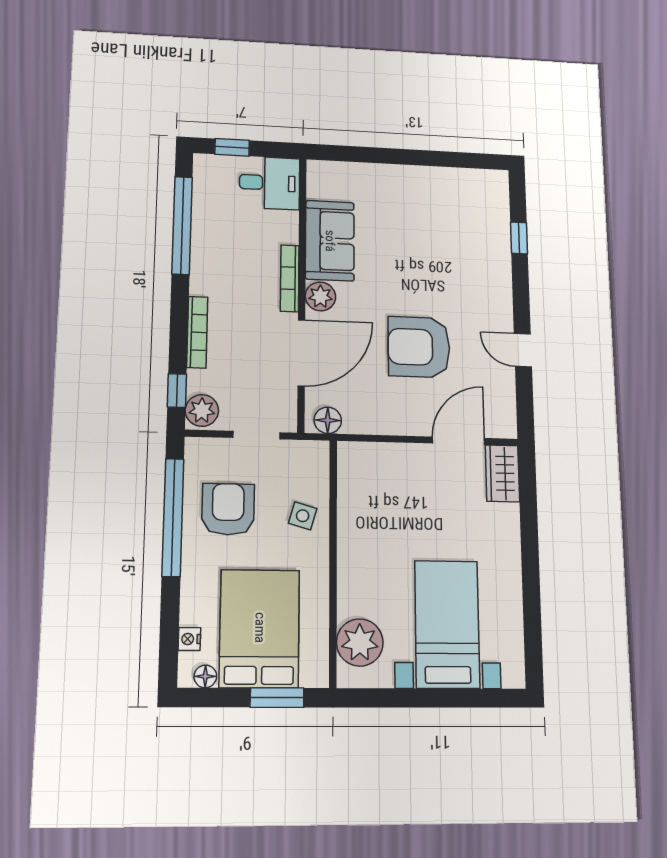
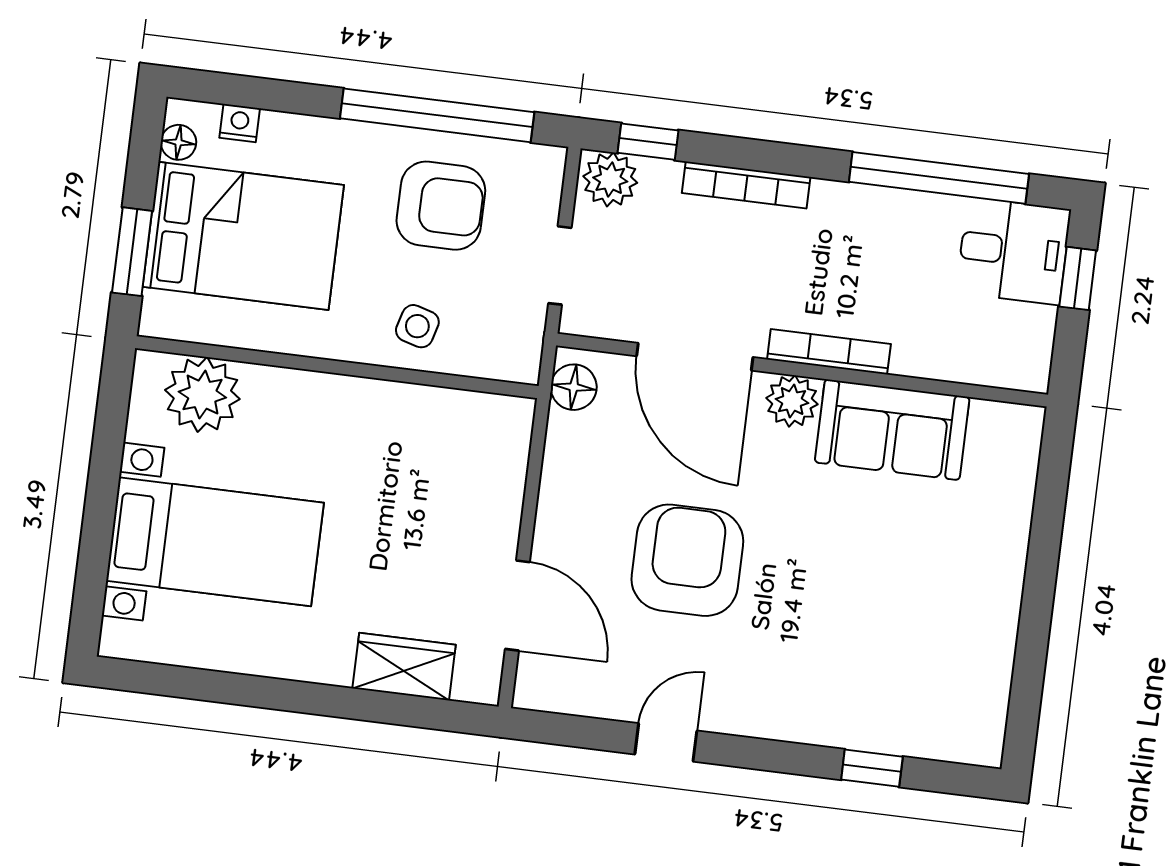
desk: (270, 183) -> (1013, 251), moved, turned -90
wardrobe: (502, 473) -> (404, 666), moved

